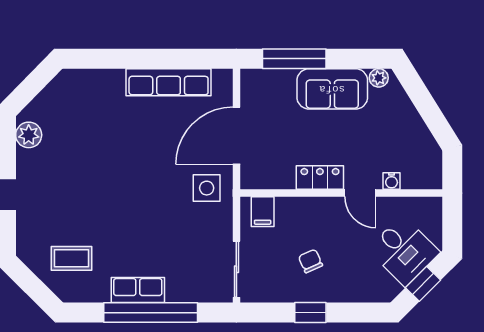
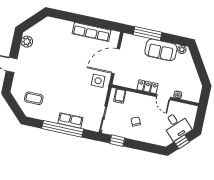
row of seats: (138, 290) -> (70, 120), moved
window: (310, 313) -> (117, 141), moved

